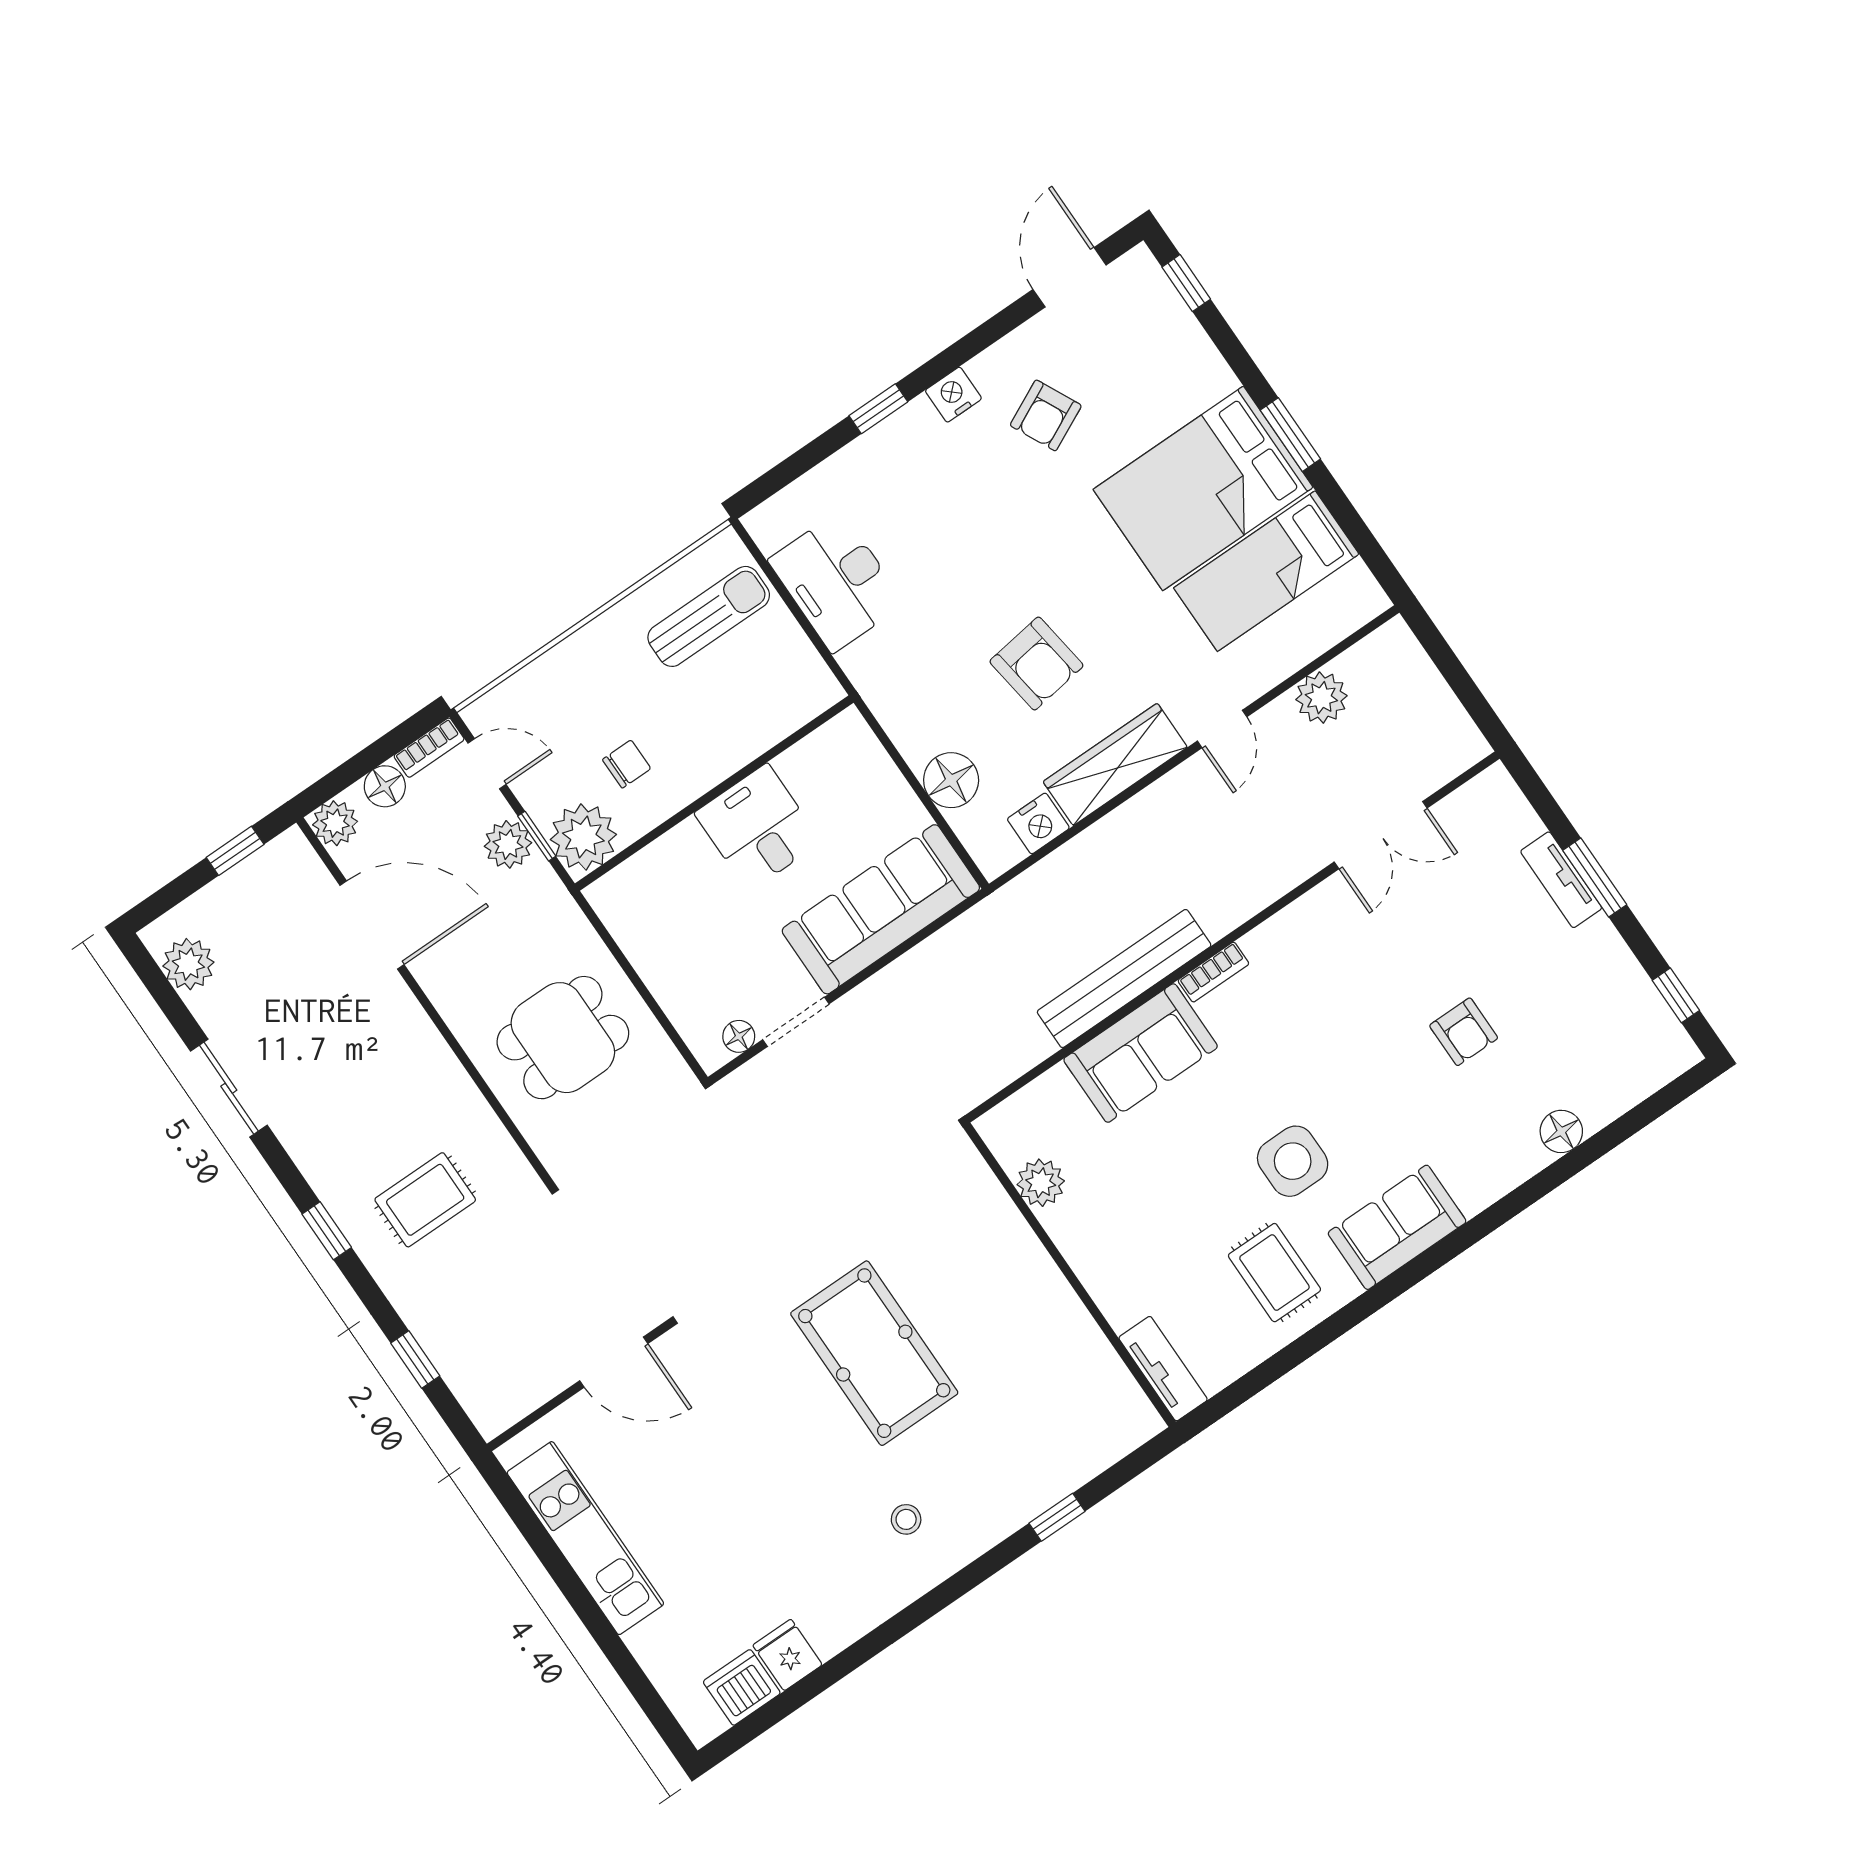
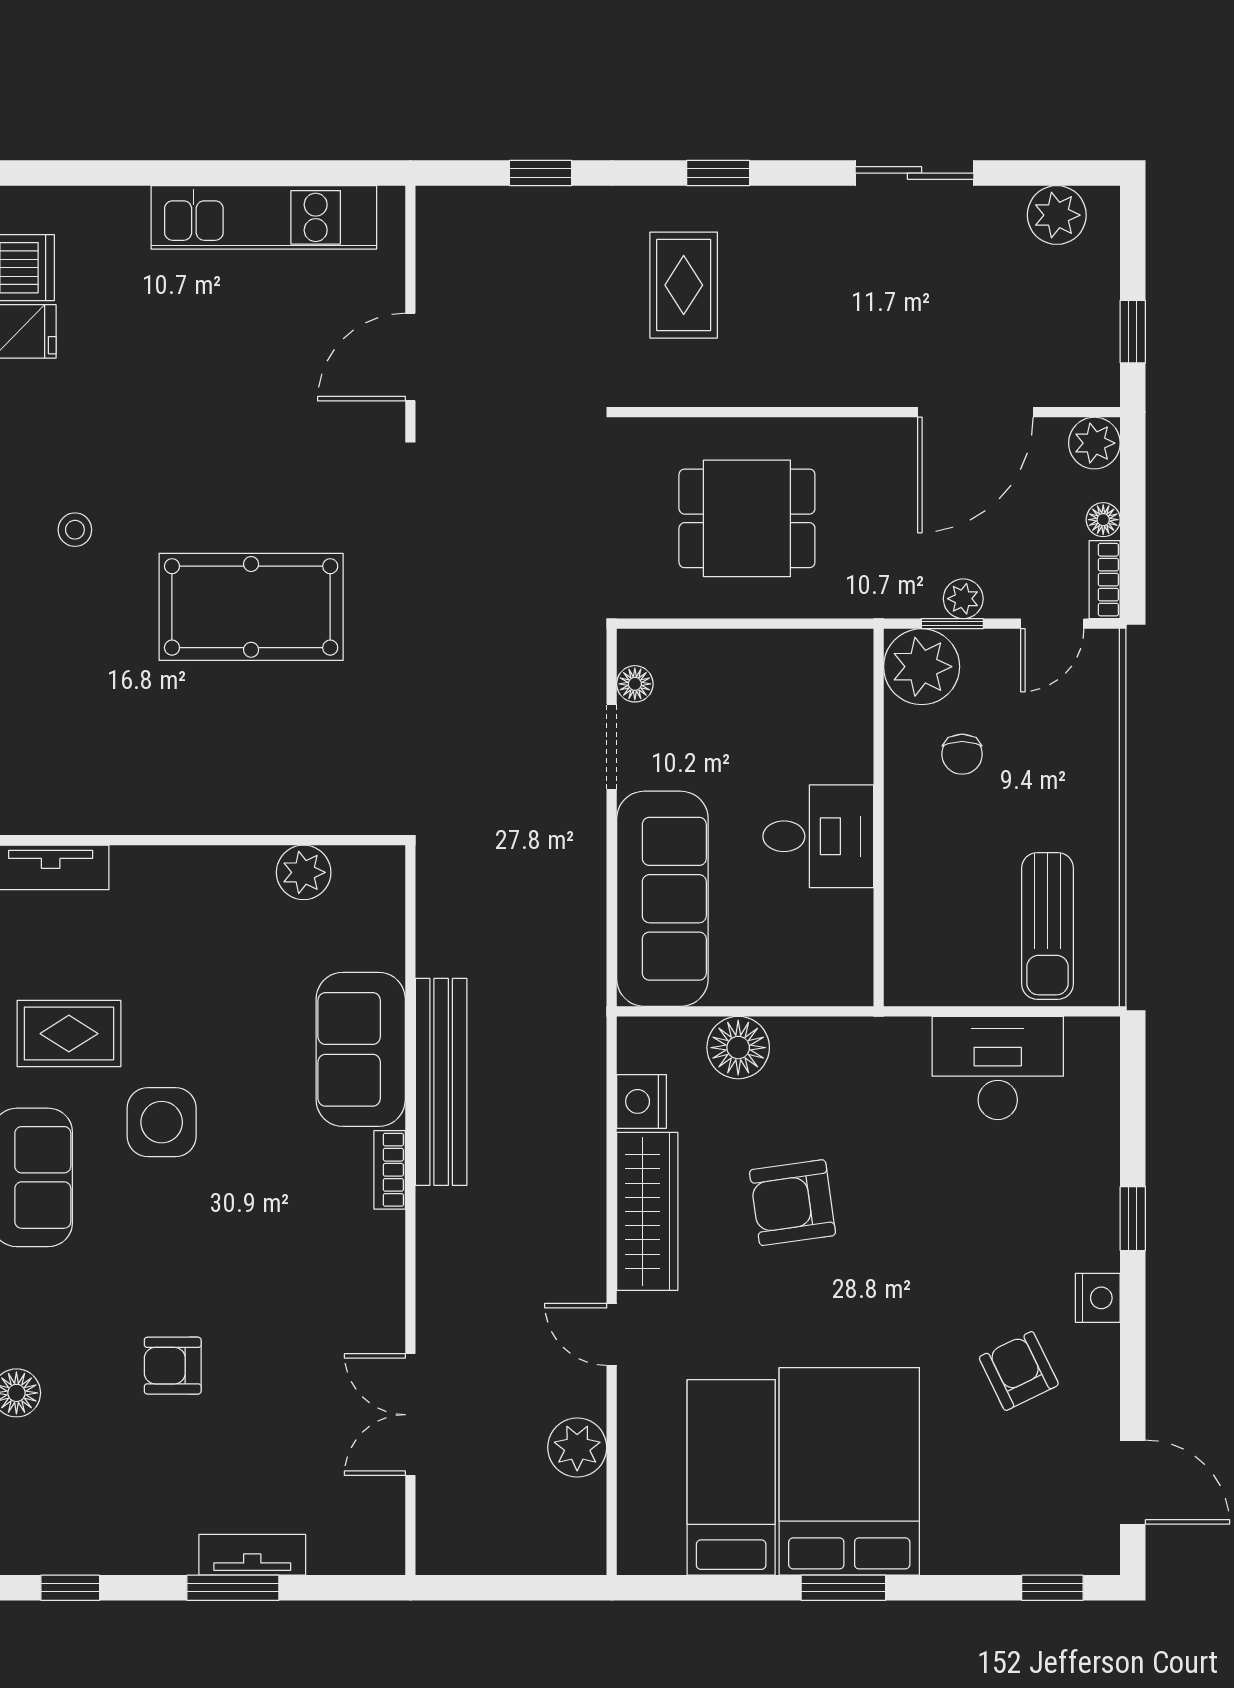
floor lamp: (385, 786) -> (1103, 520), width x0.73, depth x0.73
plant: (508, 844) -> (963, 599), width x0.73, depth x0.73
dining table: (563, 1038) -> (747, 518), turned 90

